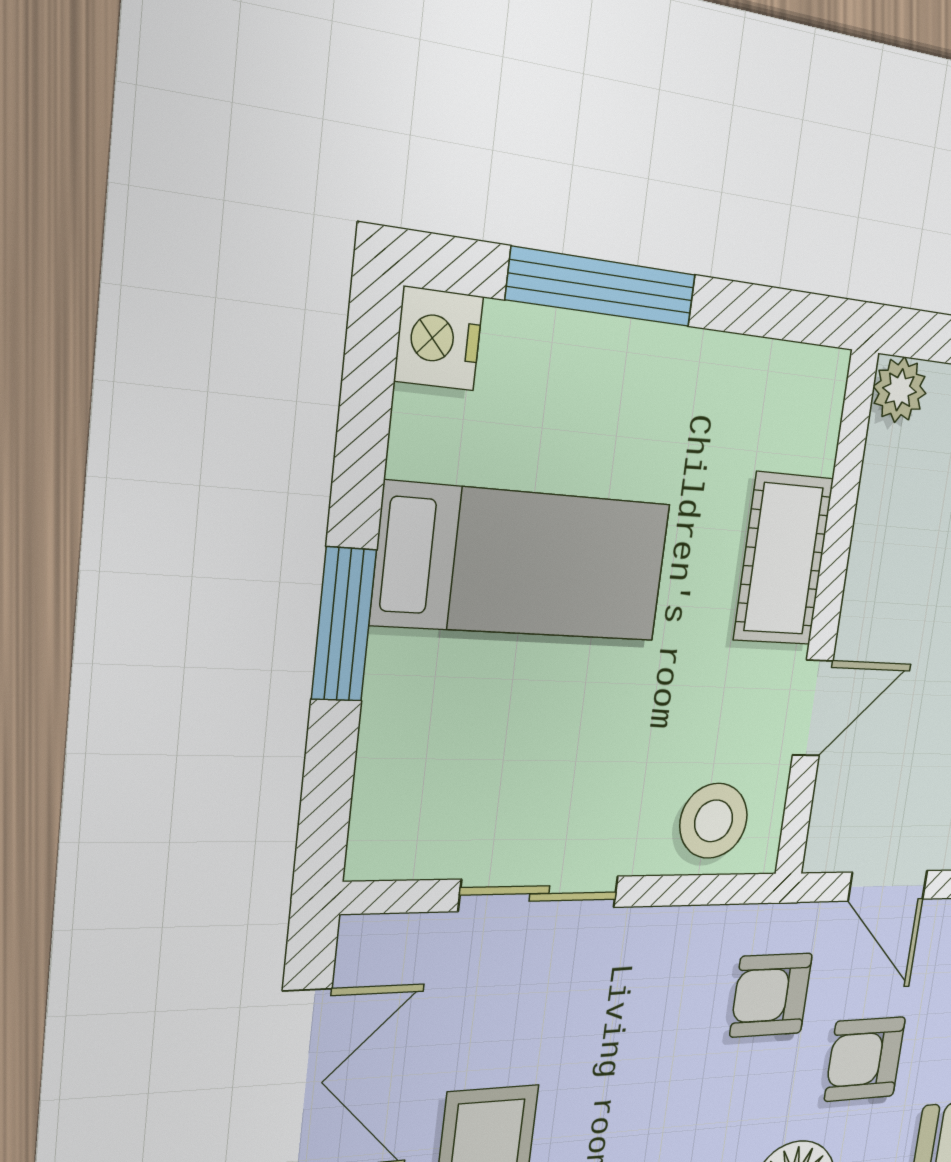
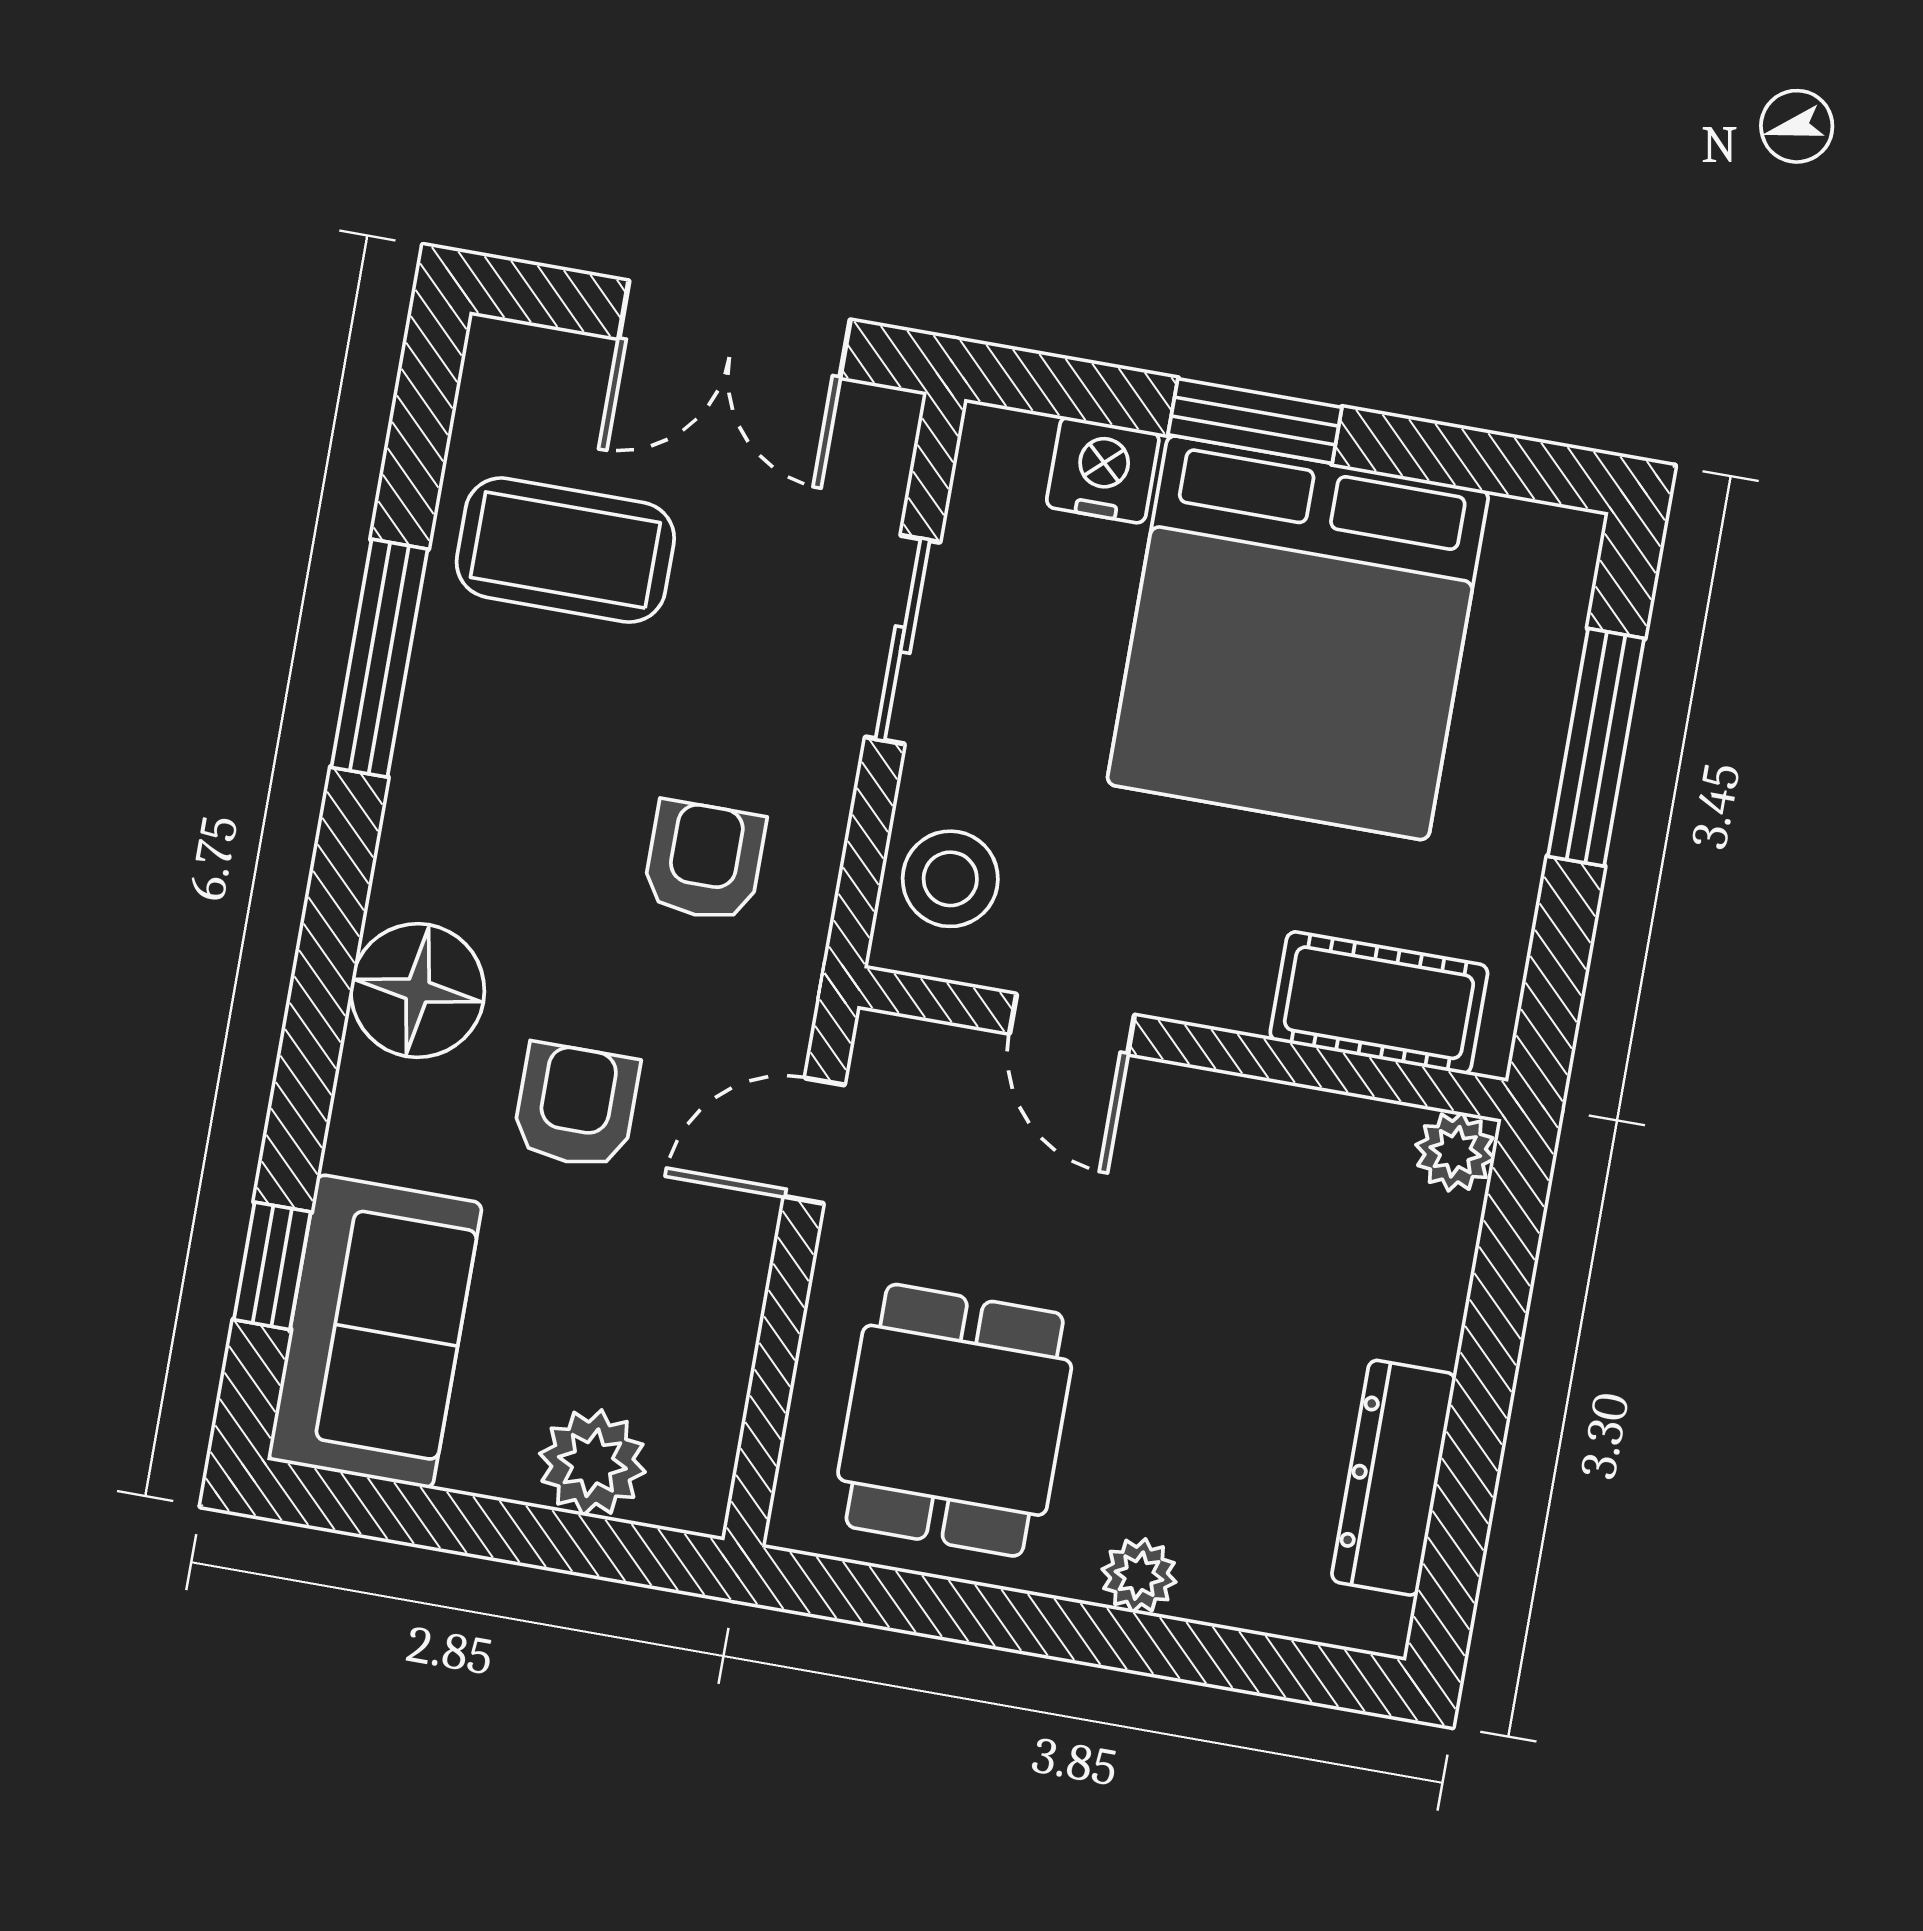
nightstand: (439, 339) -> (1103, 470), moved
cot: (783, 559) -> (1379, 1003), moved
bed: (524, 563) -> (1298, 638), width x2.04
armchair: (771, 995) -> (704, 861), moved

